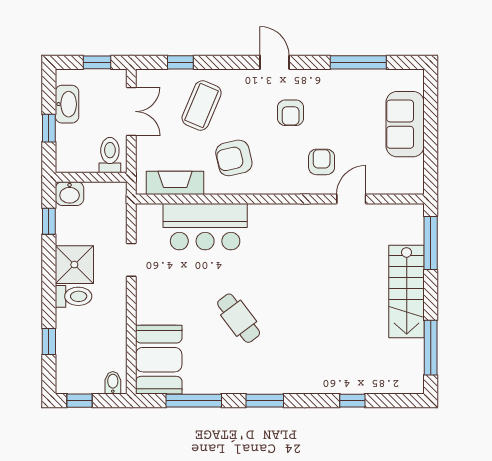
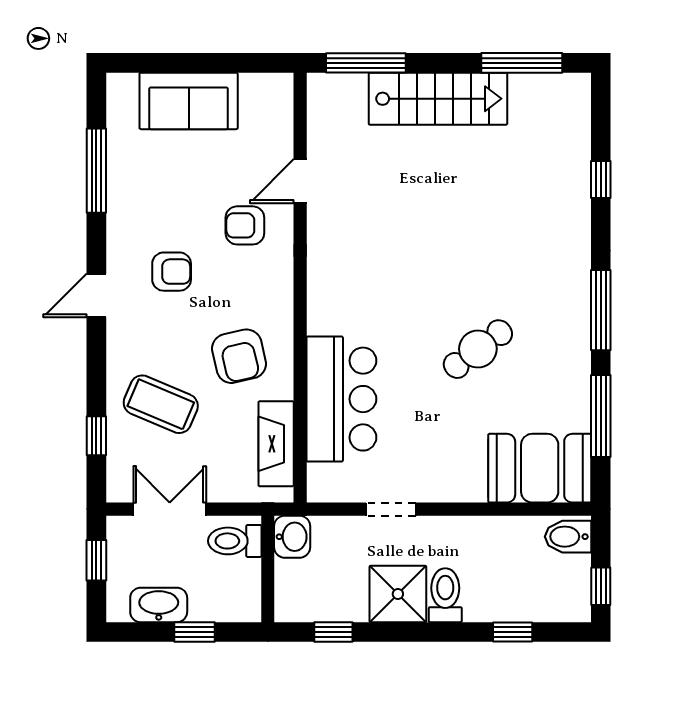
washbasin: (70, 194) -> (292, 537), moved
door: (351, 199) -> (300, 181), hinge flipped
bidet: (113, 383) -> (568, 537), width x1.38, depth x1.36
window: (265, 401) -> (601, 310), width x1.44

